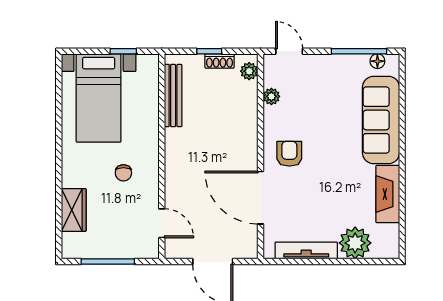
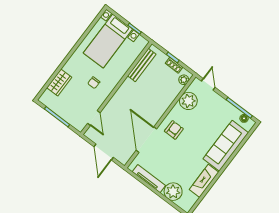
plant: (271, 96) -> (188, 101), width x1.87, depth x1.87

